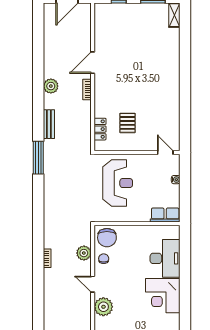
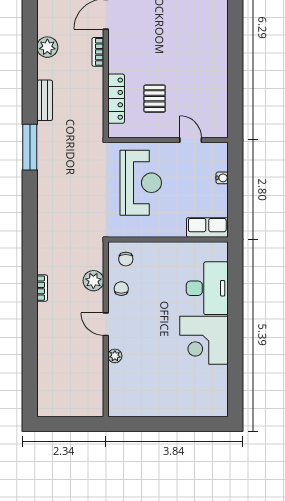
locker: (100, 129) -> (116, 99), width x1.53
door: (165, 152) -> (191, 140), moved
chair: (107, 238) -> (126, 259), width x0.54, depth x0.54
plant: (103, 307) -> (115, 356), width x0.53, depth x0.53

